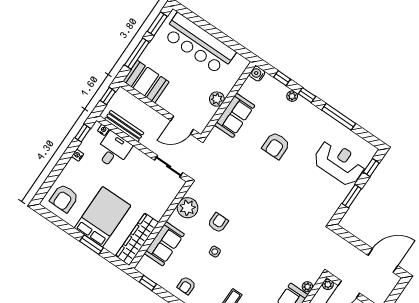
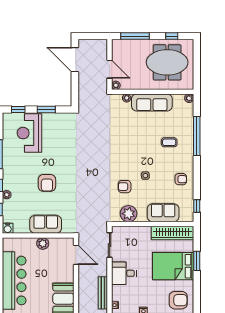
armchair: (276, 146) -> (47, 183), turned 90
desk: (113, 150) -> (124, 273), moved

